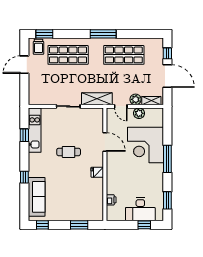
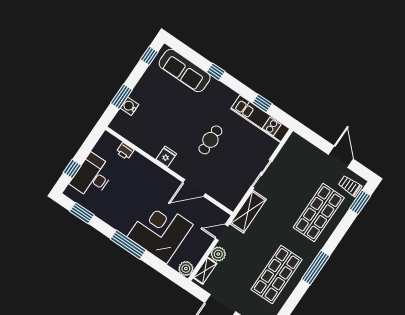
plant: (139, 113) -> (186, 269), moved
water cooler: (82, 216) -> (129, 106), added

